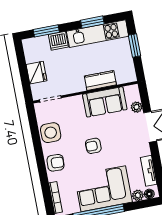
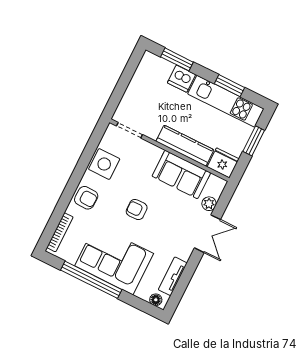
fridge: (36, 73) -> (223, 163), moved, turned -90
kitchen counter: (100, 80) -> (185, 146), width x1.50
plant: (138, 195) -> (143, 292), removed

